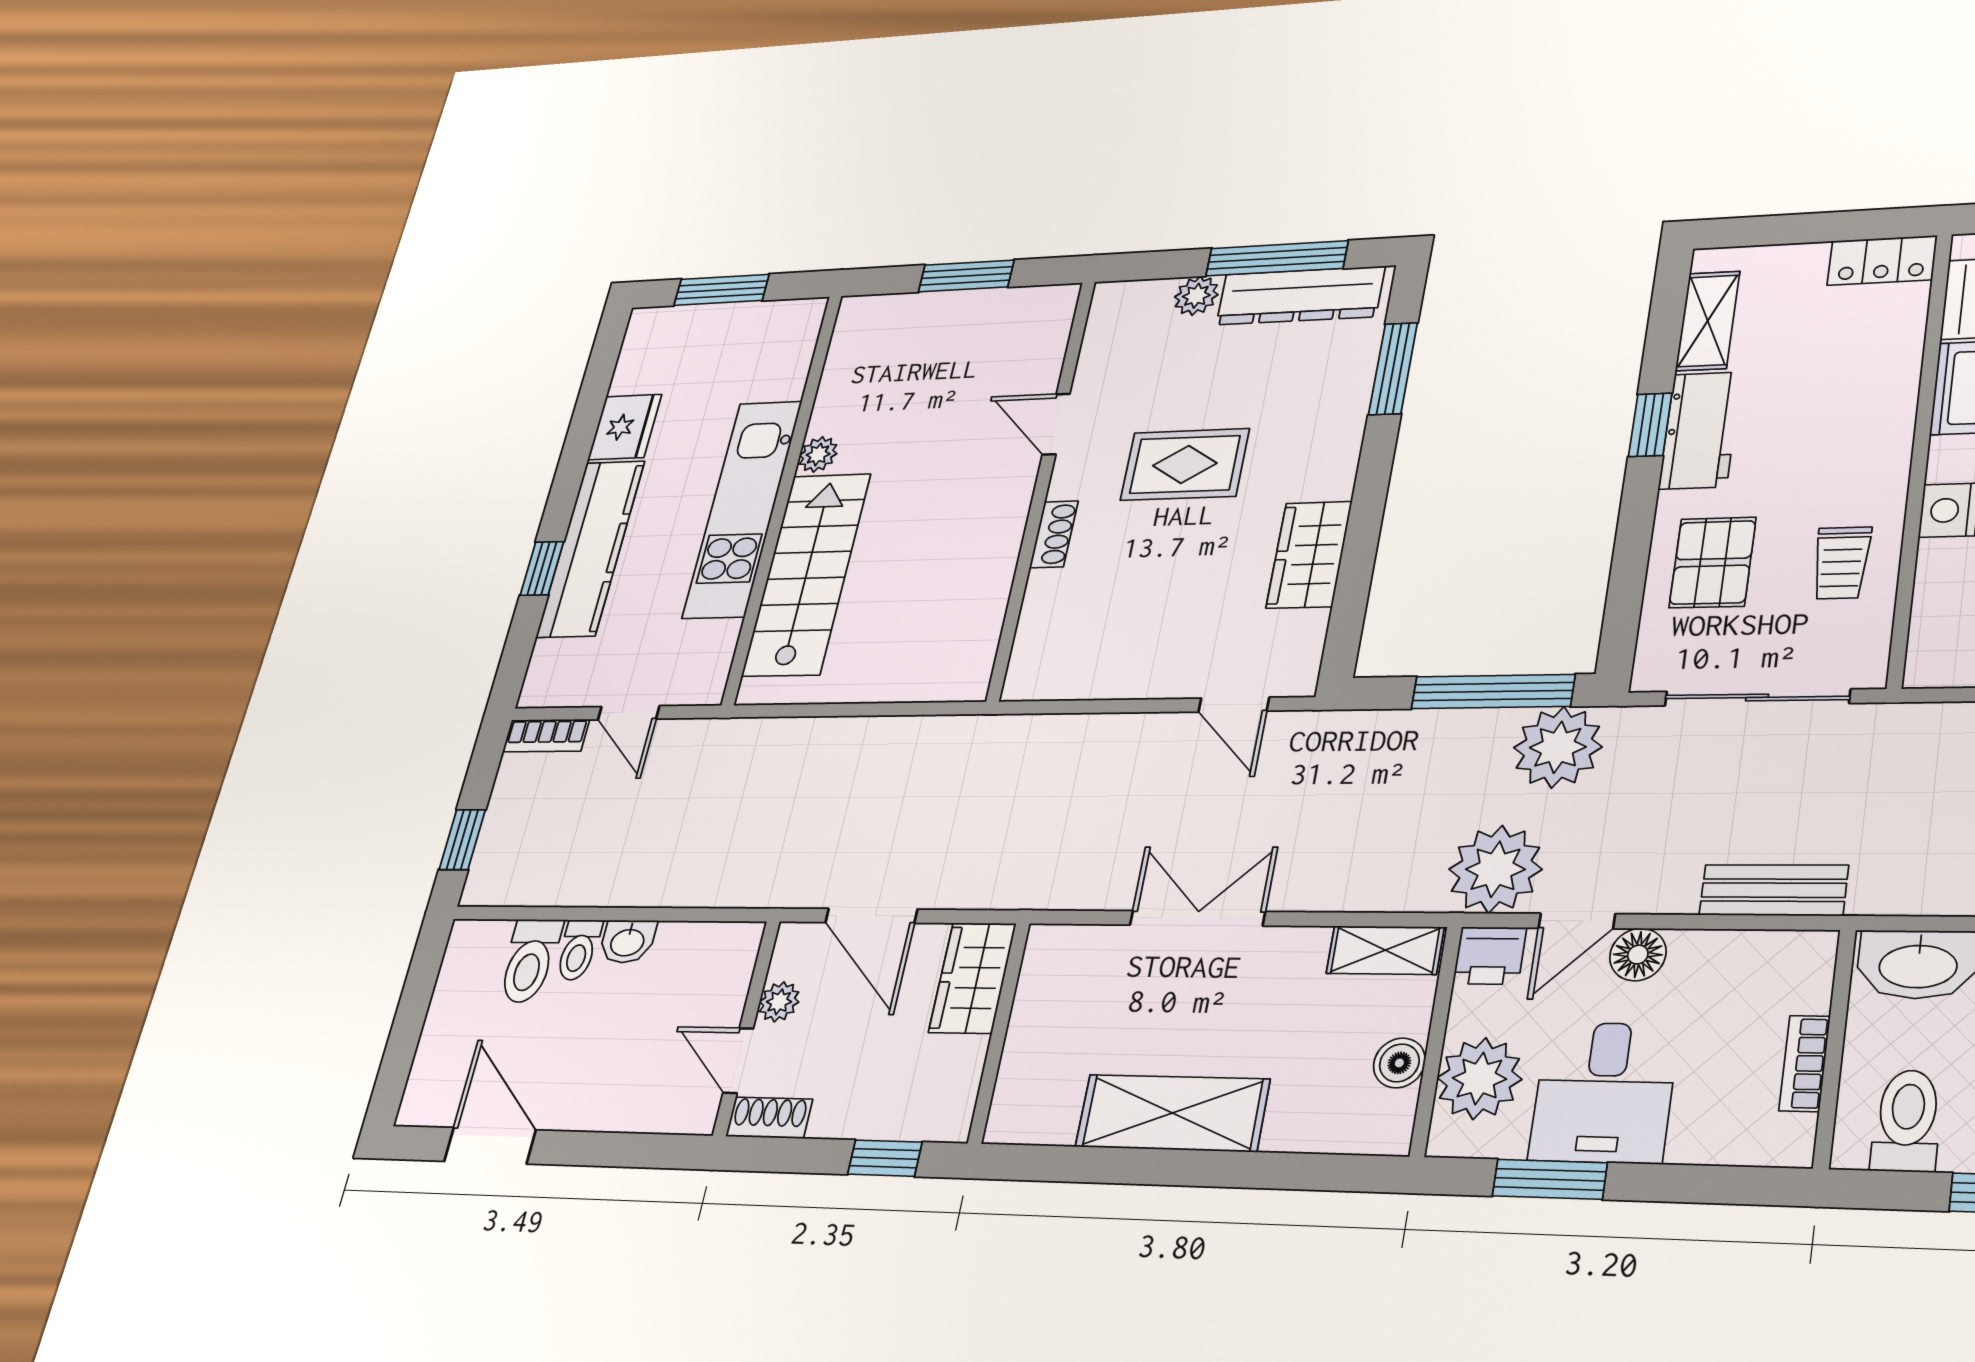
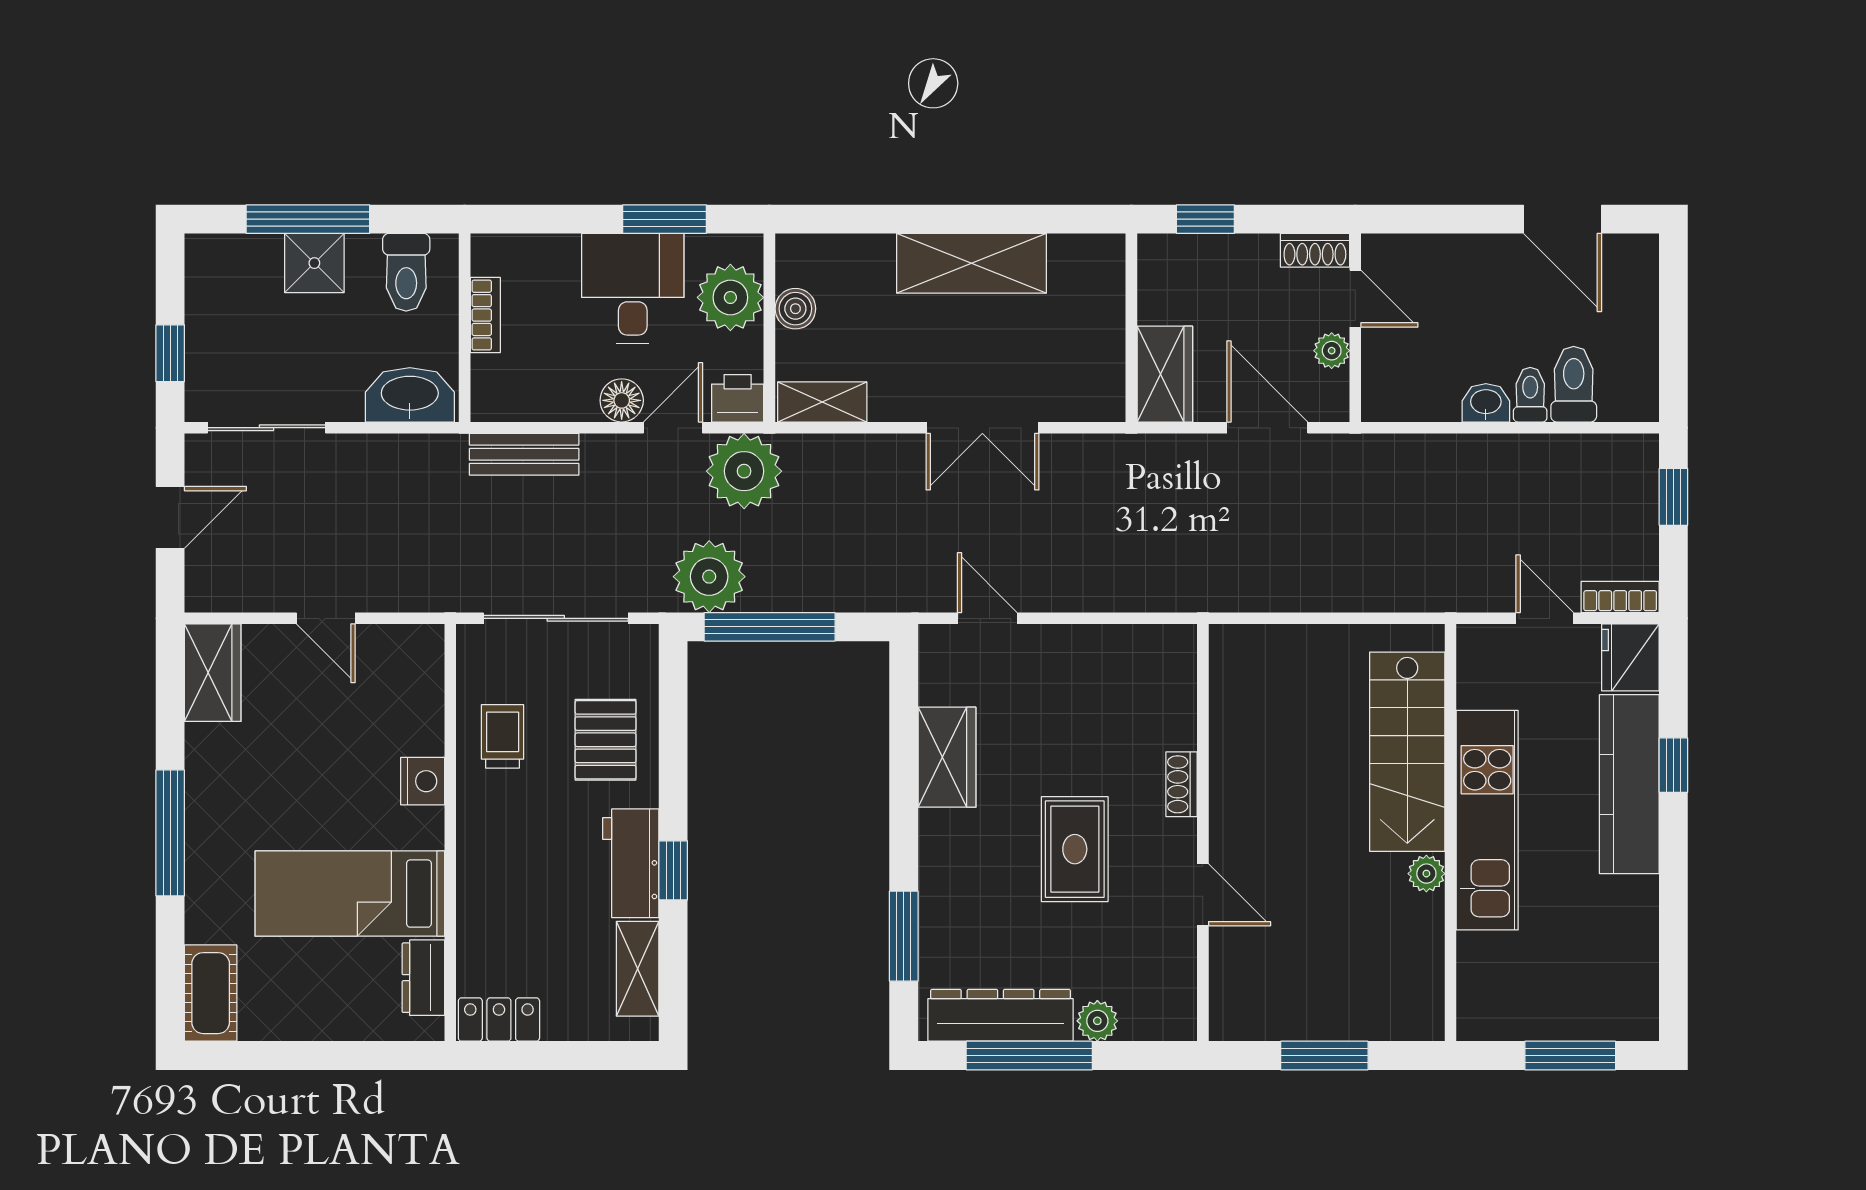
fridge: (625, 427) -> (1630, 657), moved
rug: (1185, 464) -> (1075, 849), turned 90

